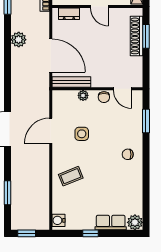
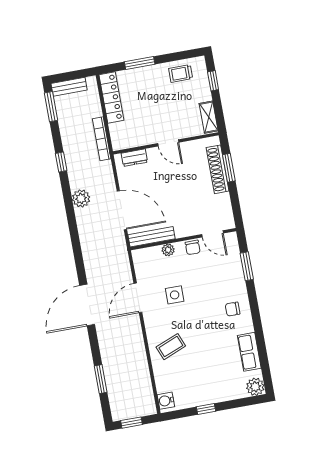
row of seats: (111, 223) -> (249, 352), moved, turned -90

